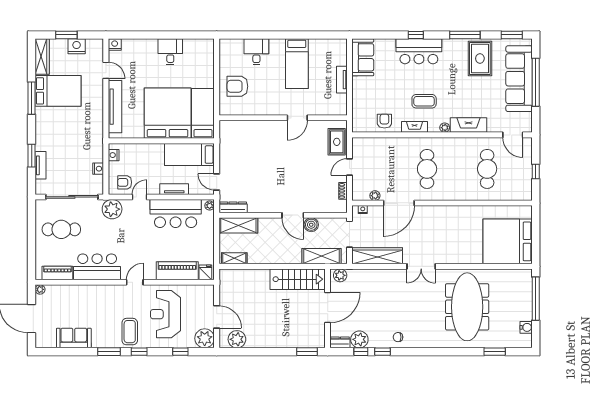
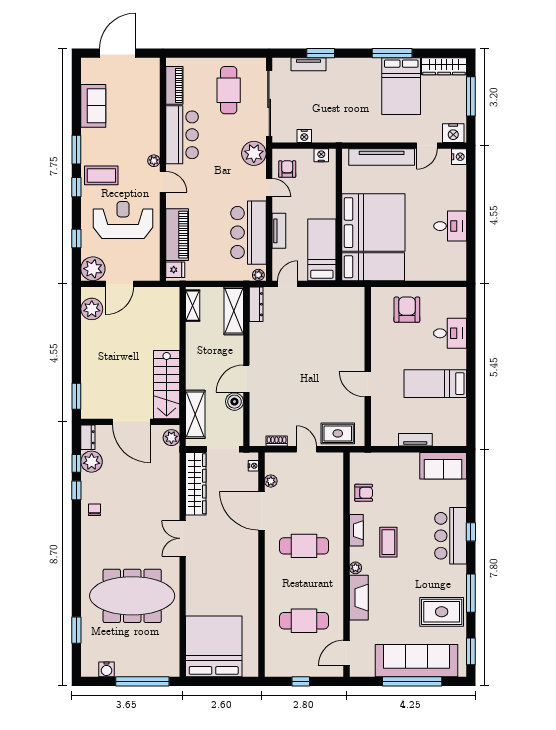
window: (66, 35) -> (471, 96), width x1.44
nightstand: (77, 46) -> (453, 133), moved, turned 90
plant: (40, 289) -> (154, 161), moved

